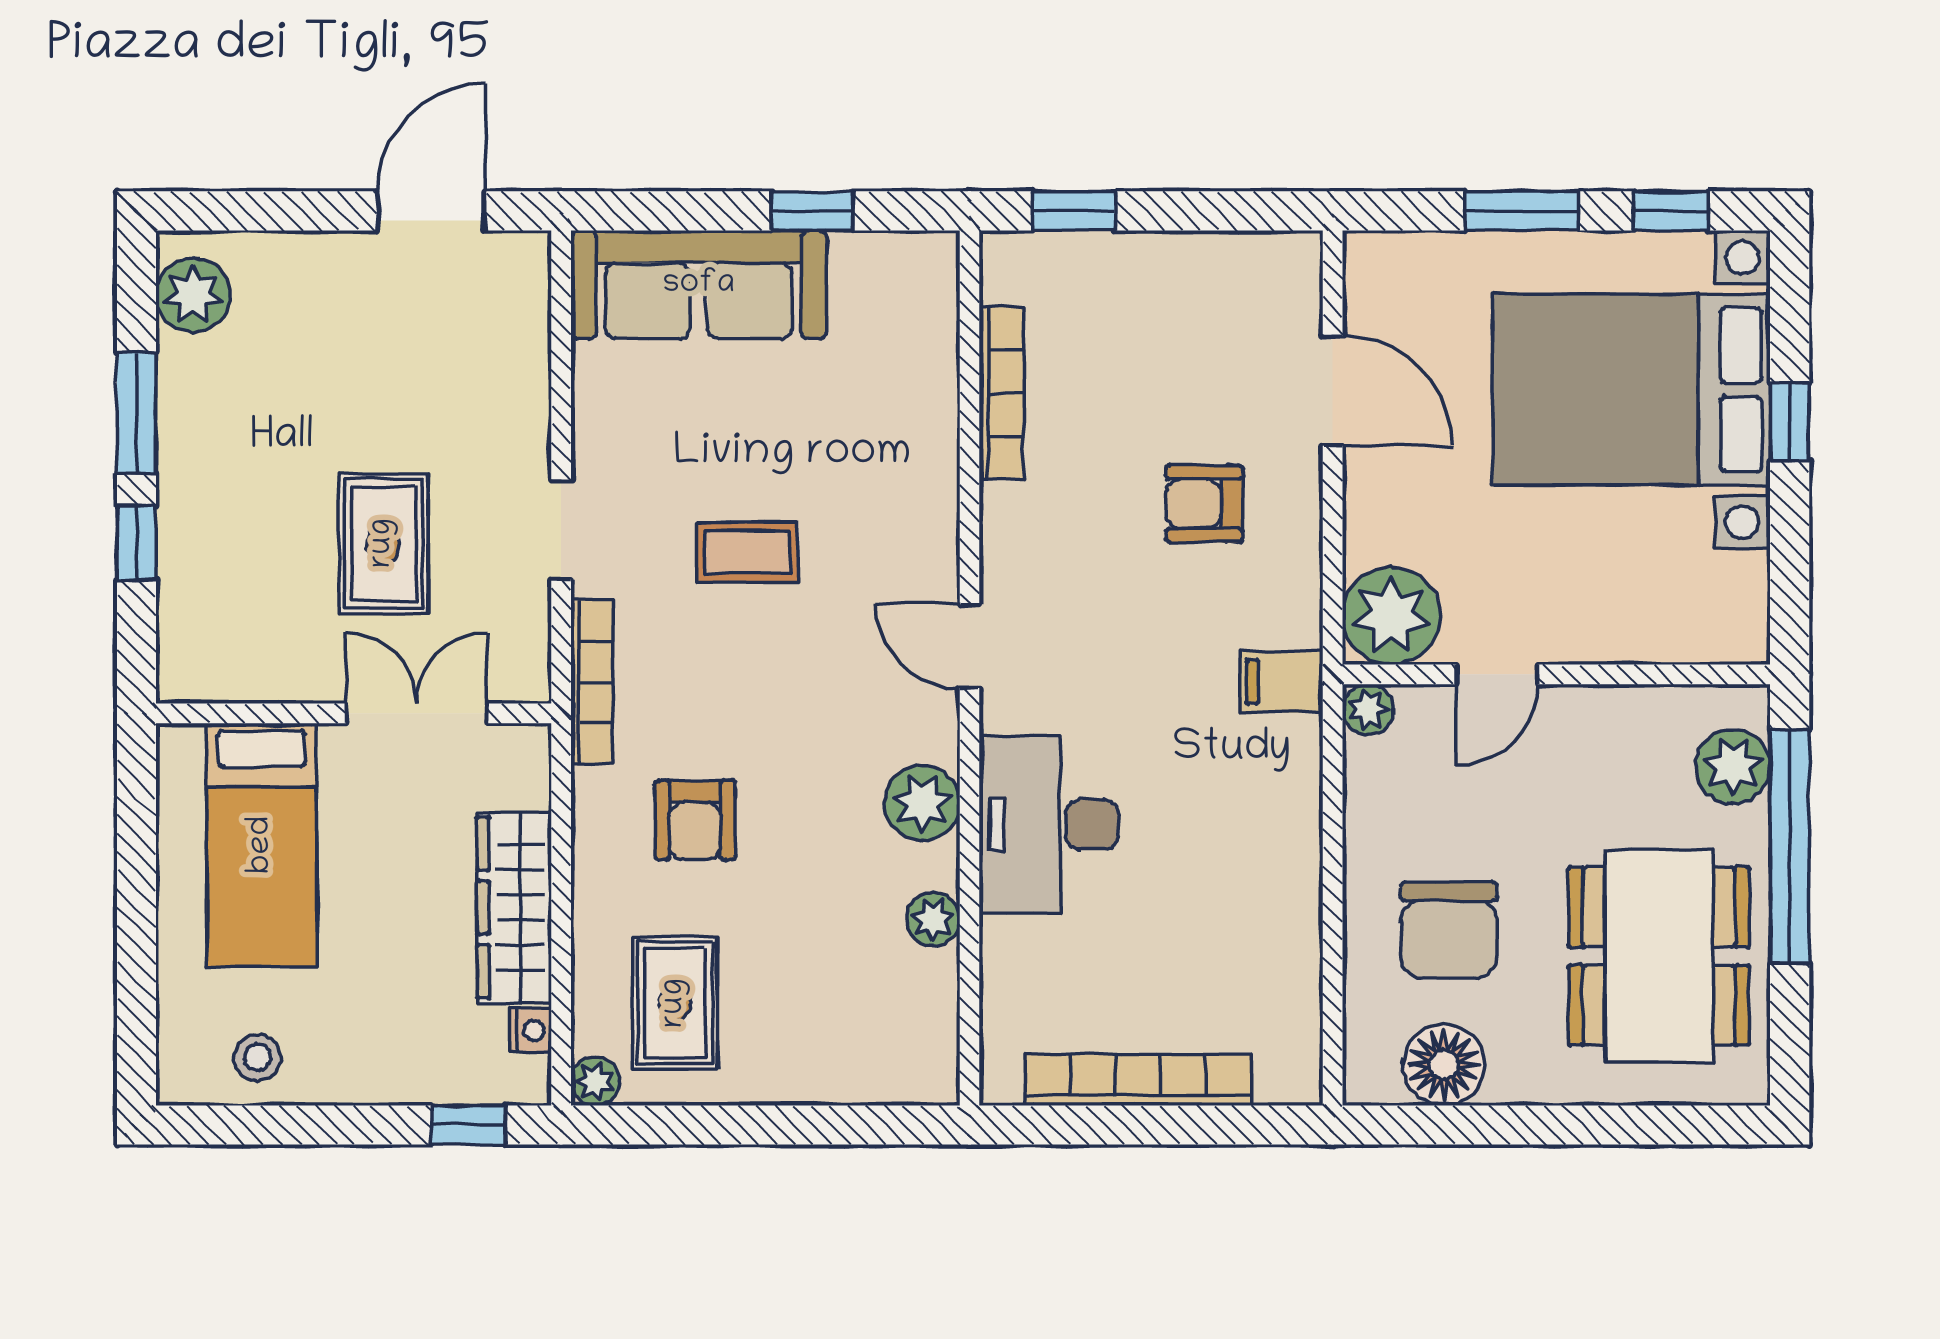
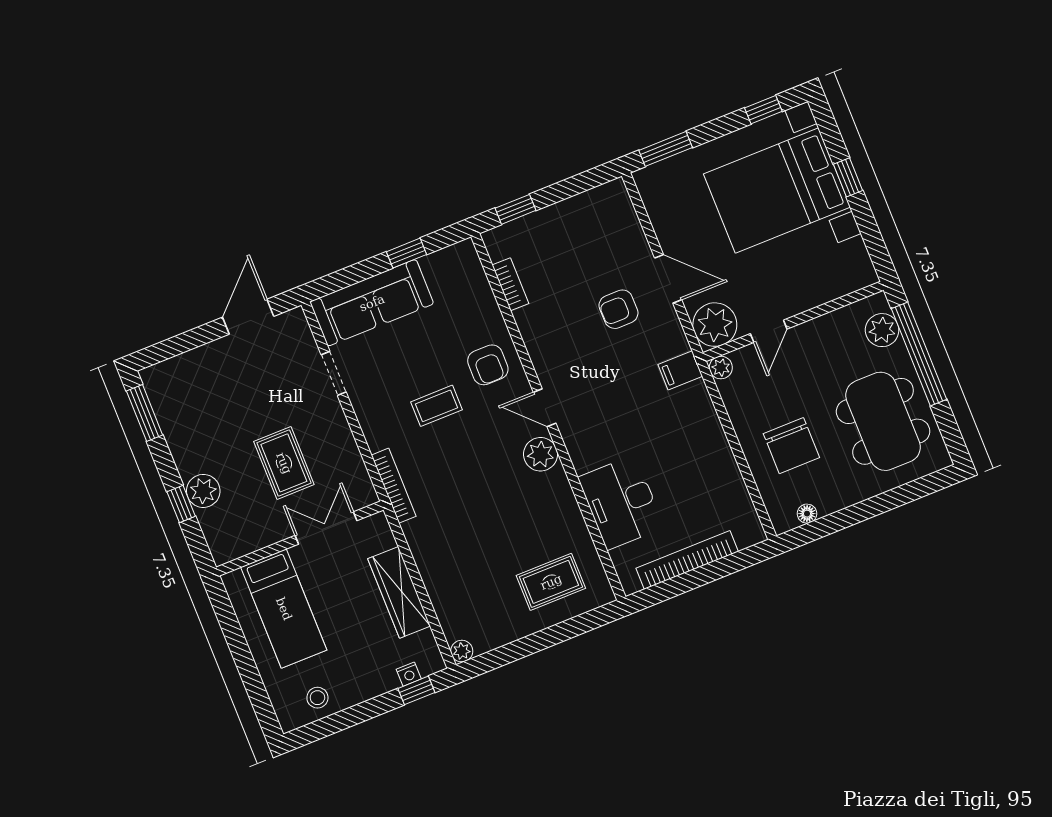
window: (1521, 211) -> (666, 149), moved
plant: (193, 295) -> (203, 491), moved
door: (1333, 391) -> (668, 279), moved
bookcase: (1001, 393) -> (510, 284), width x0.64
window: (136, 413) -> (145, 413), moved
doorway: (561, 530) -> (334, 373), moved
plant: (922, 803) -> (541, 454), moved
armchair: (695, 820) -> (488, 365), moved
desk: (1049, 825) -> (621, 502), moved
plant: (933, 919) -> (575, 527), removed
rug: (675, 1003) -> (551, 582), moved, turned 90
nightstand: (531, 1030) -> (409, 674), moved, turned 90
floor lamp: (1444, 1065) -> (807, 514), width x0.53, depth x0.53

